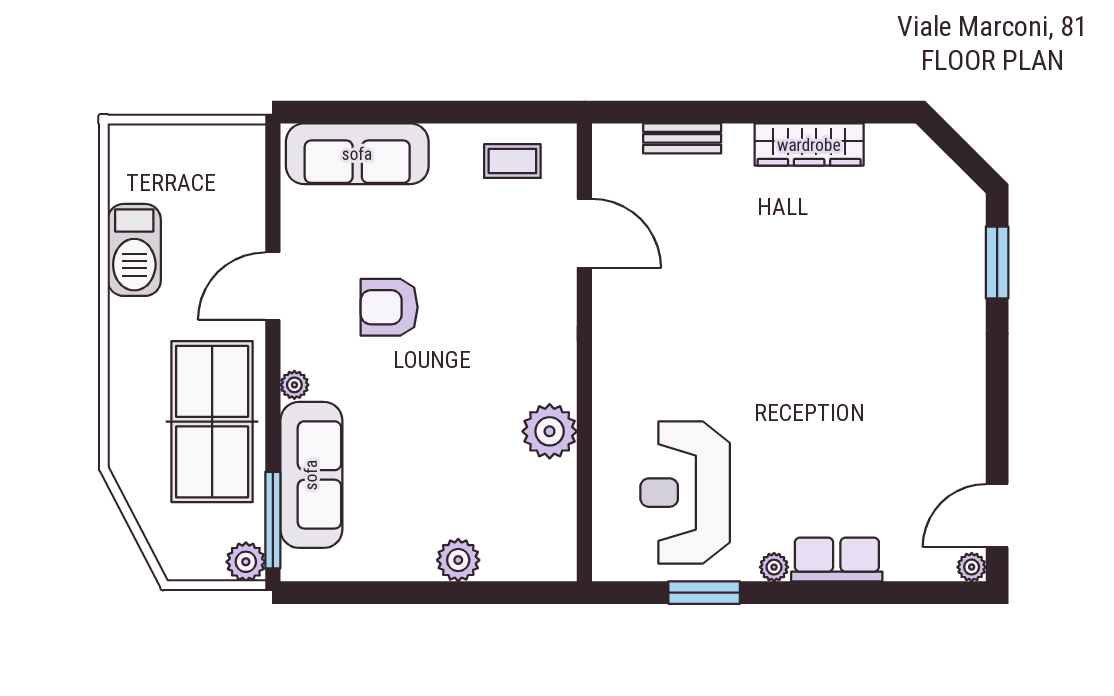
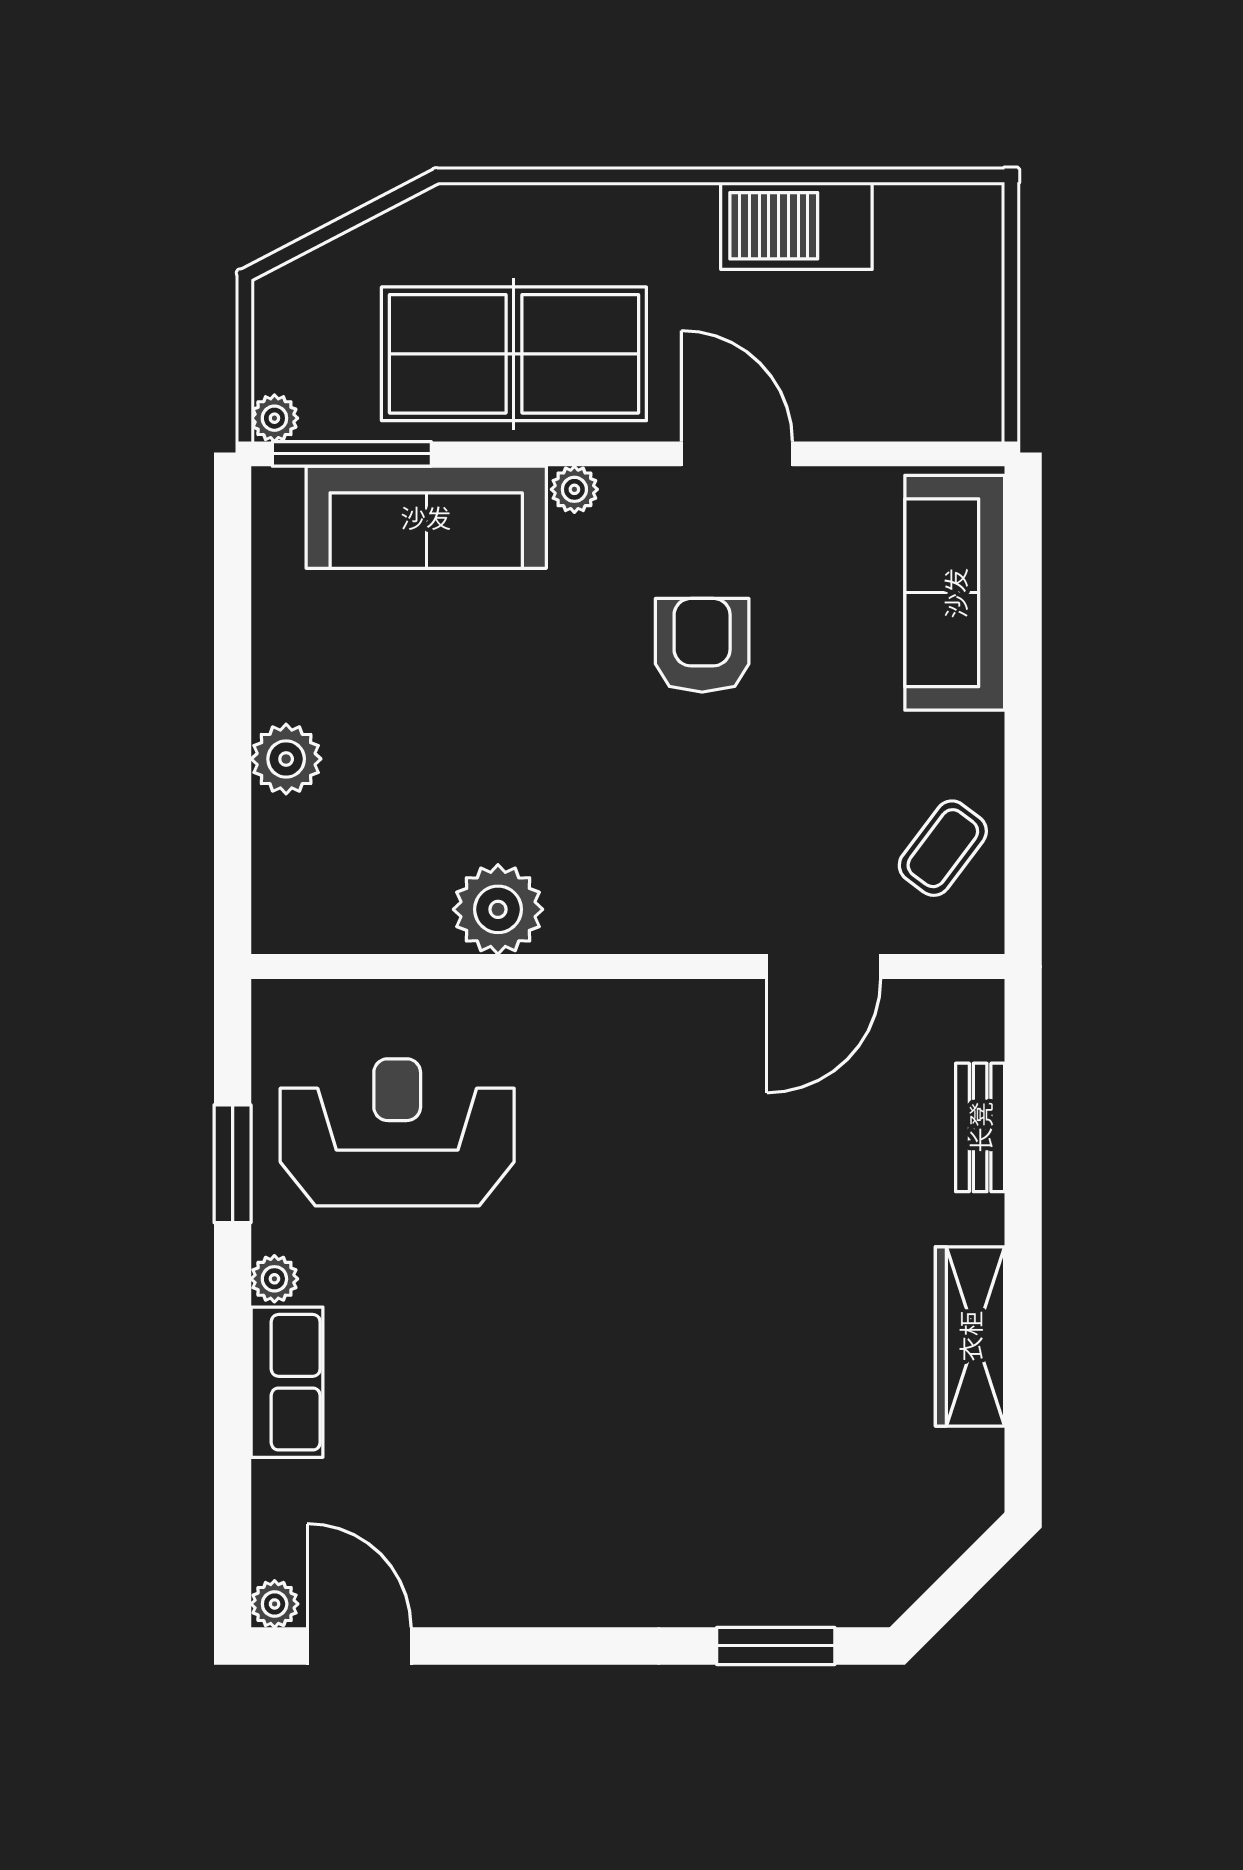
coffee table: (512, 161) -> (943, 848), turned 37
plant: (246, 562) -> (274, 418), width x0.73, depth x0.73

